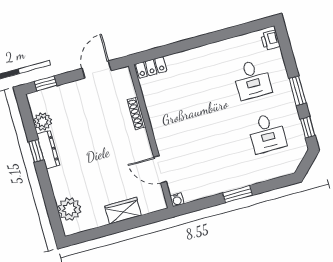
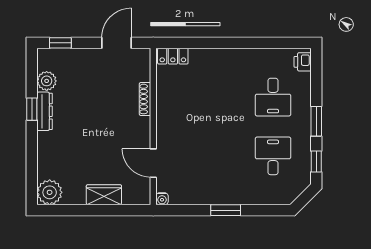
desk: (267, 133) -> (273, 156), turned 180
plant: (70, 209) -> (50, 192), moved

